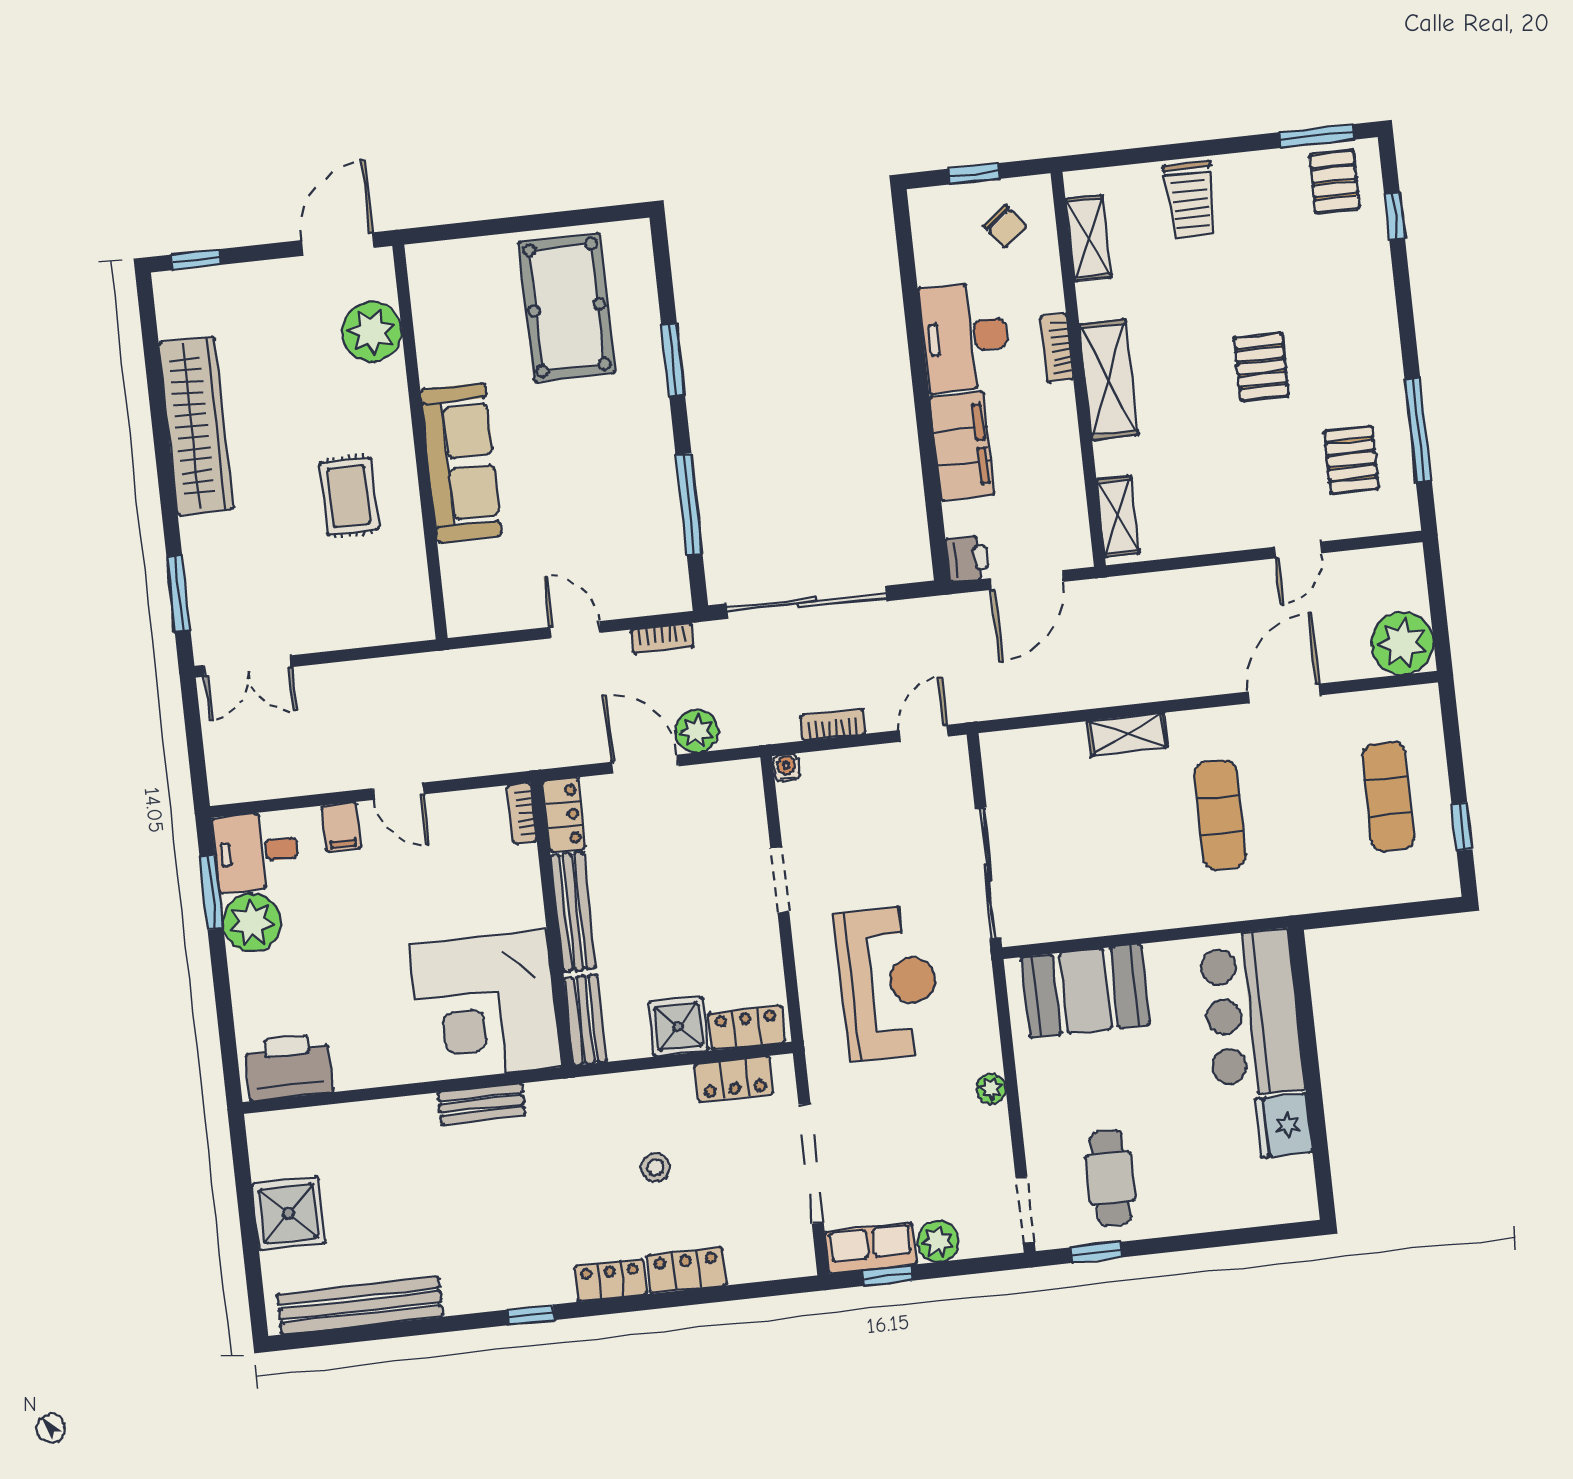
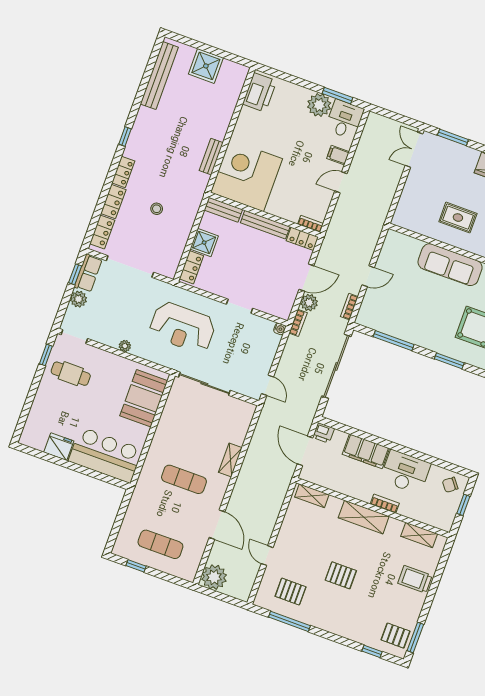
chair: (1005, 226) -> (450, 485), moved
bookcase: (833, 725) -> (298, 323), moved
locker: (734, 1079) -> (102, 232), moved, turned 180

